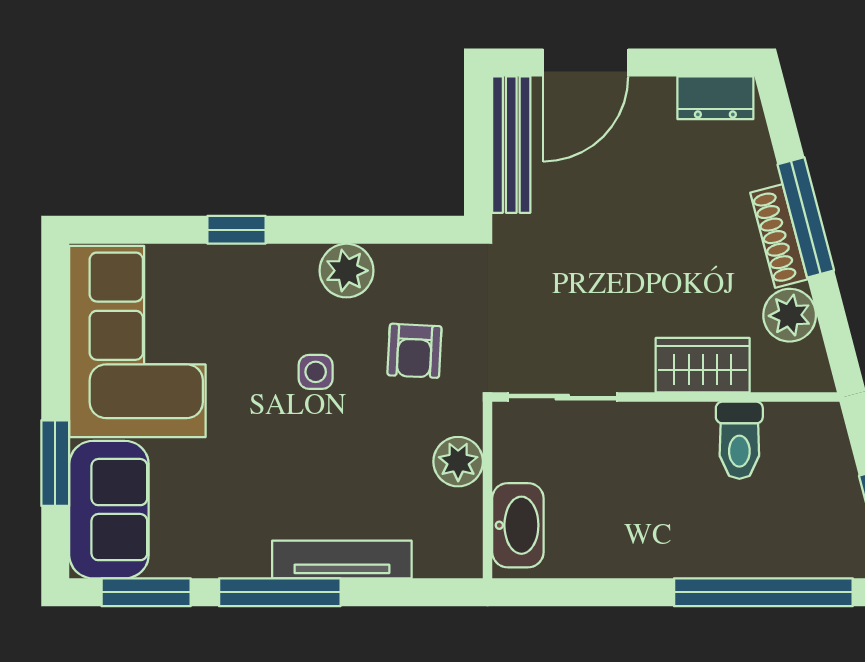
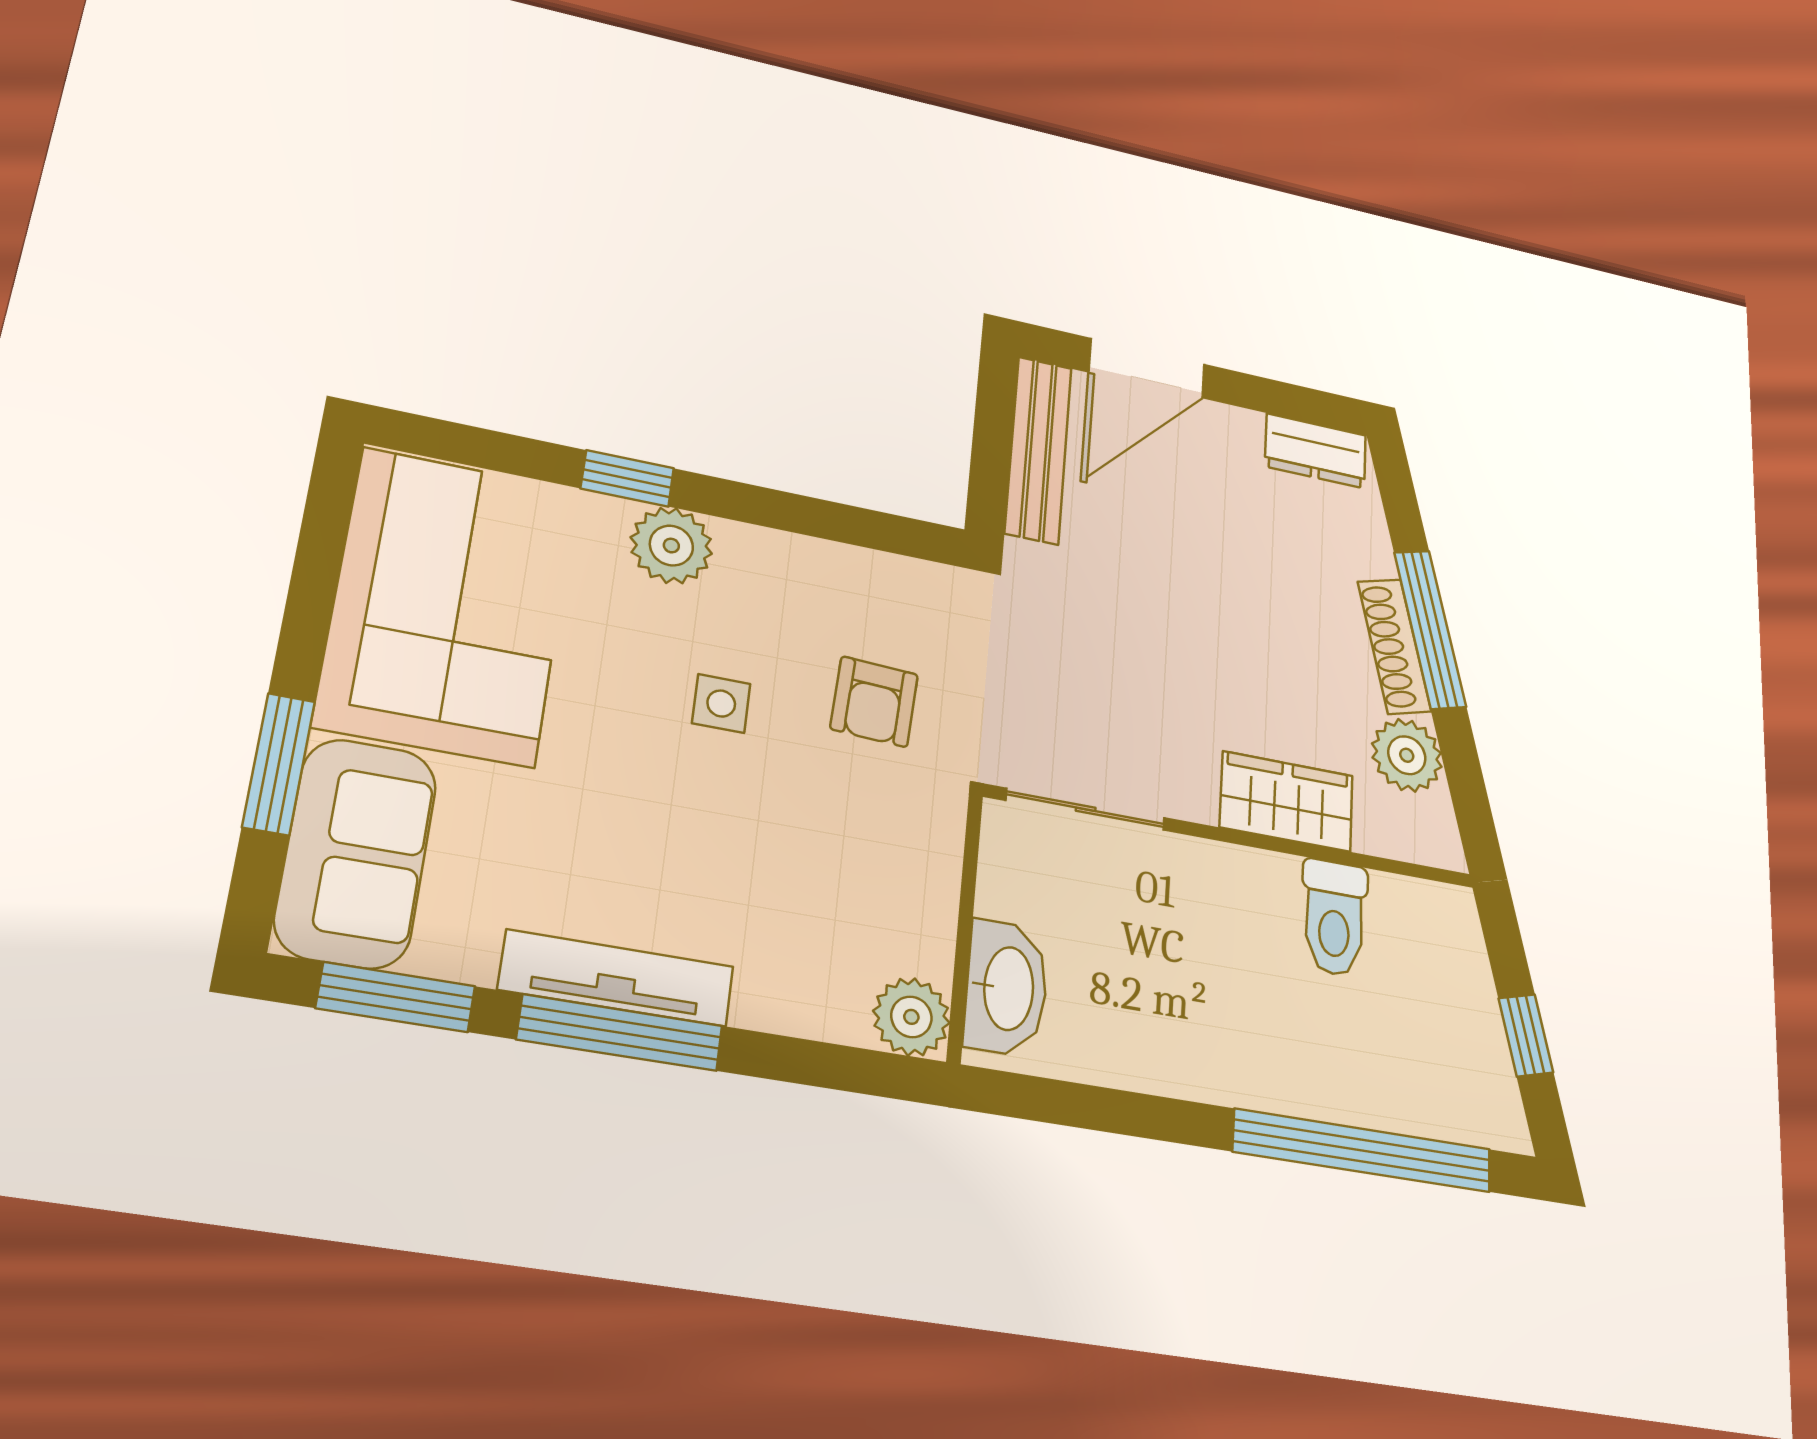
plant: (346, 271) -> (671, 546), moved
plant: (458, 462) -> (911, 1017), moved
tv unit: (342, 559) -> (617, 978), moved

